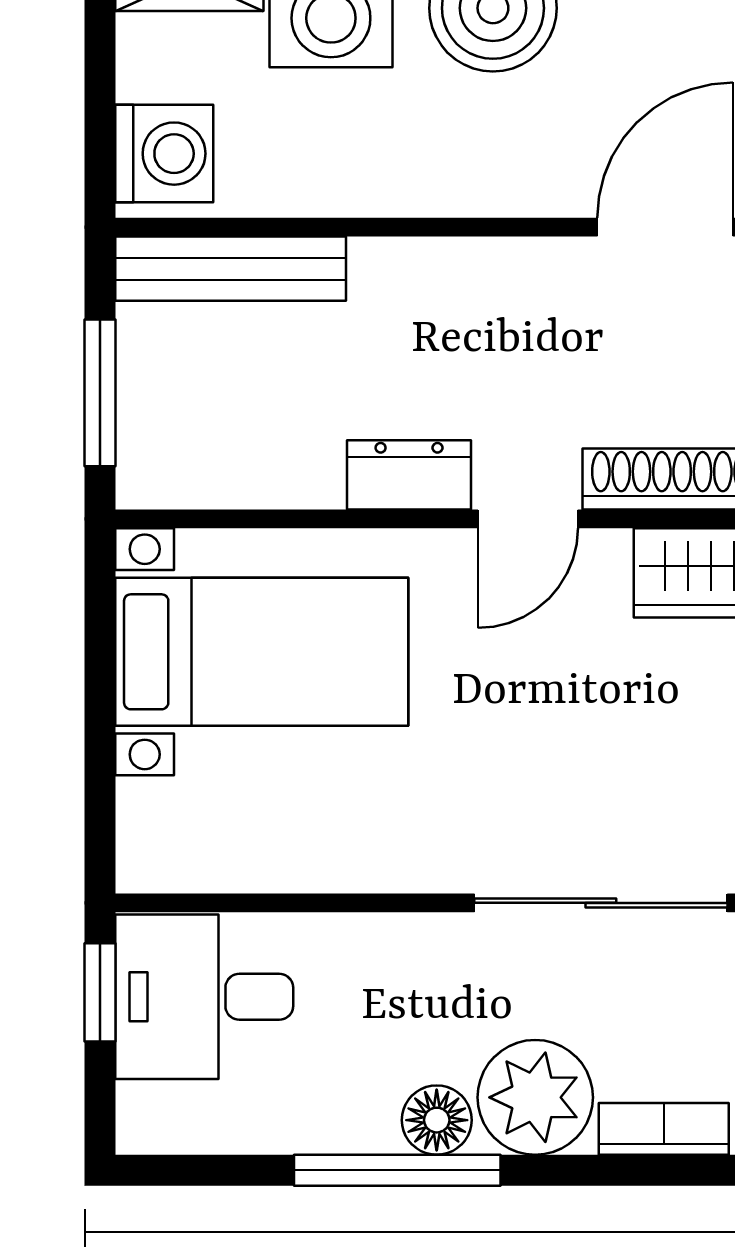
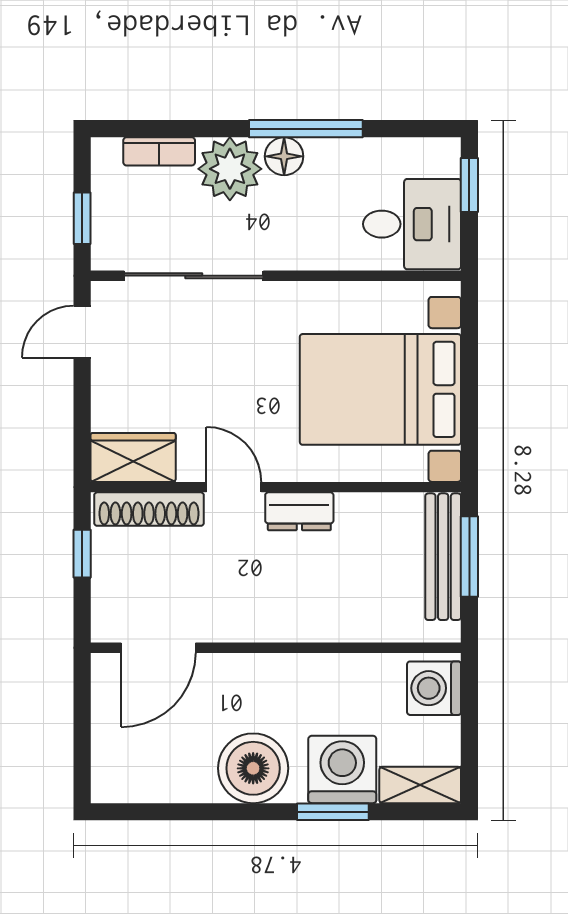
bench: (231, 269) -> (443, 557), moved, turned 90
door: (528, 519) -> (234, 487), hinge flipped
bed with nightstands: (262, 652) -> (380, 389), width x1.36
window: (100, 992) -> (469, 185), moved

